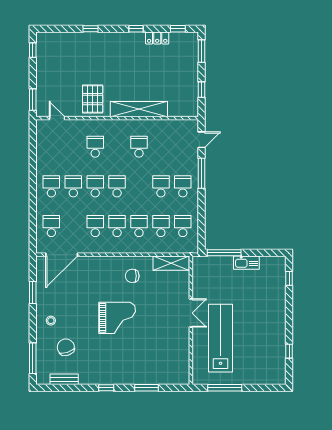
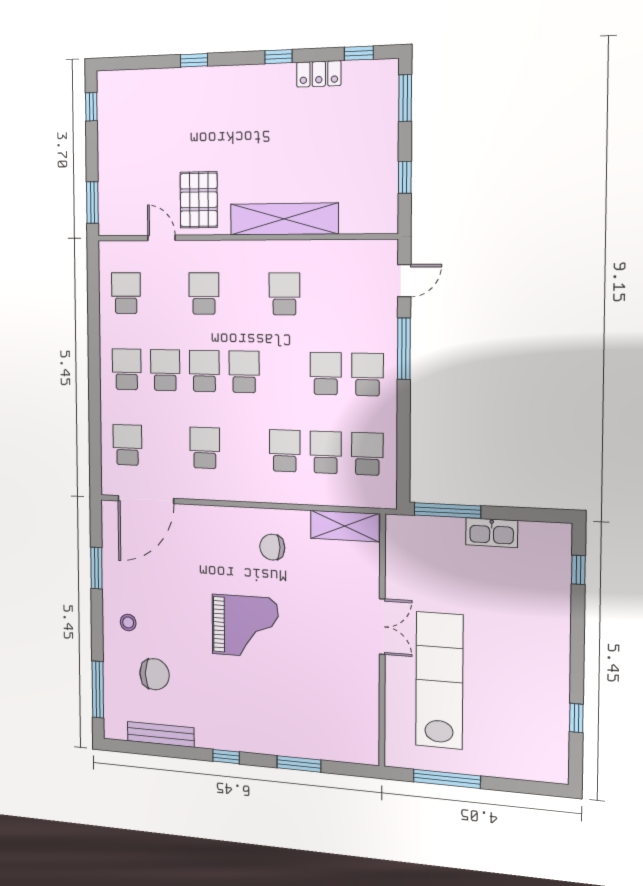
door: (57, 118) -> (161, 238), moved
school desk: (117, 226) -> (126, 293), moved
chair: (66, 347) -> (154, 674), turned 108
bench: (64, 379) -> (161, 734), width x1.36

